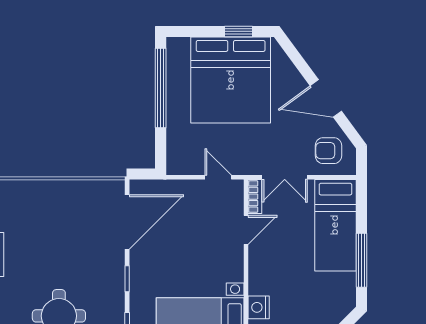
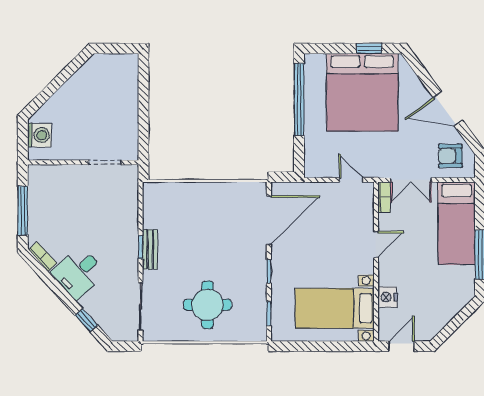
door: (246, 230) -> (376, 244), moved

